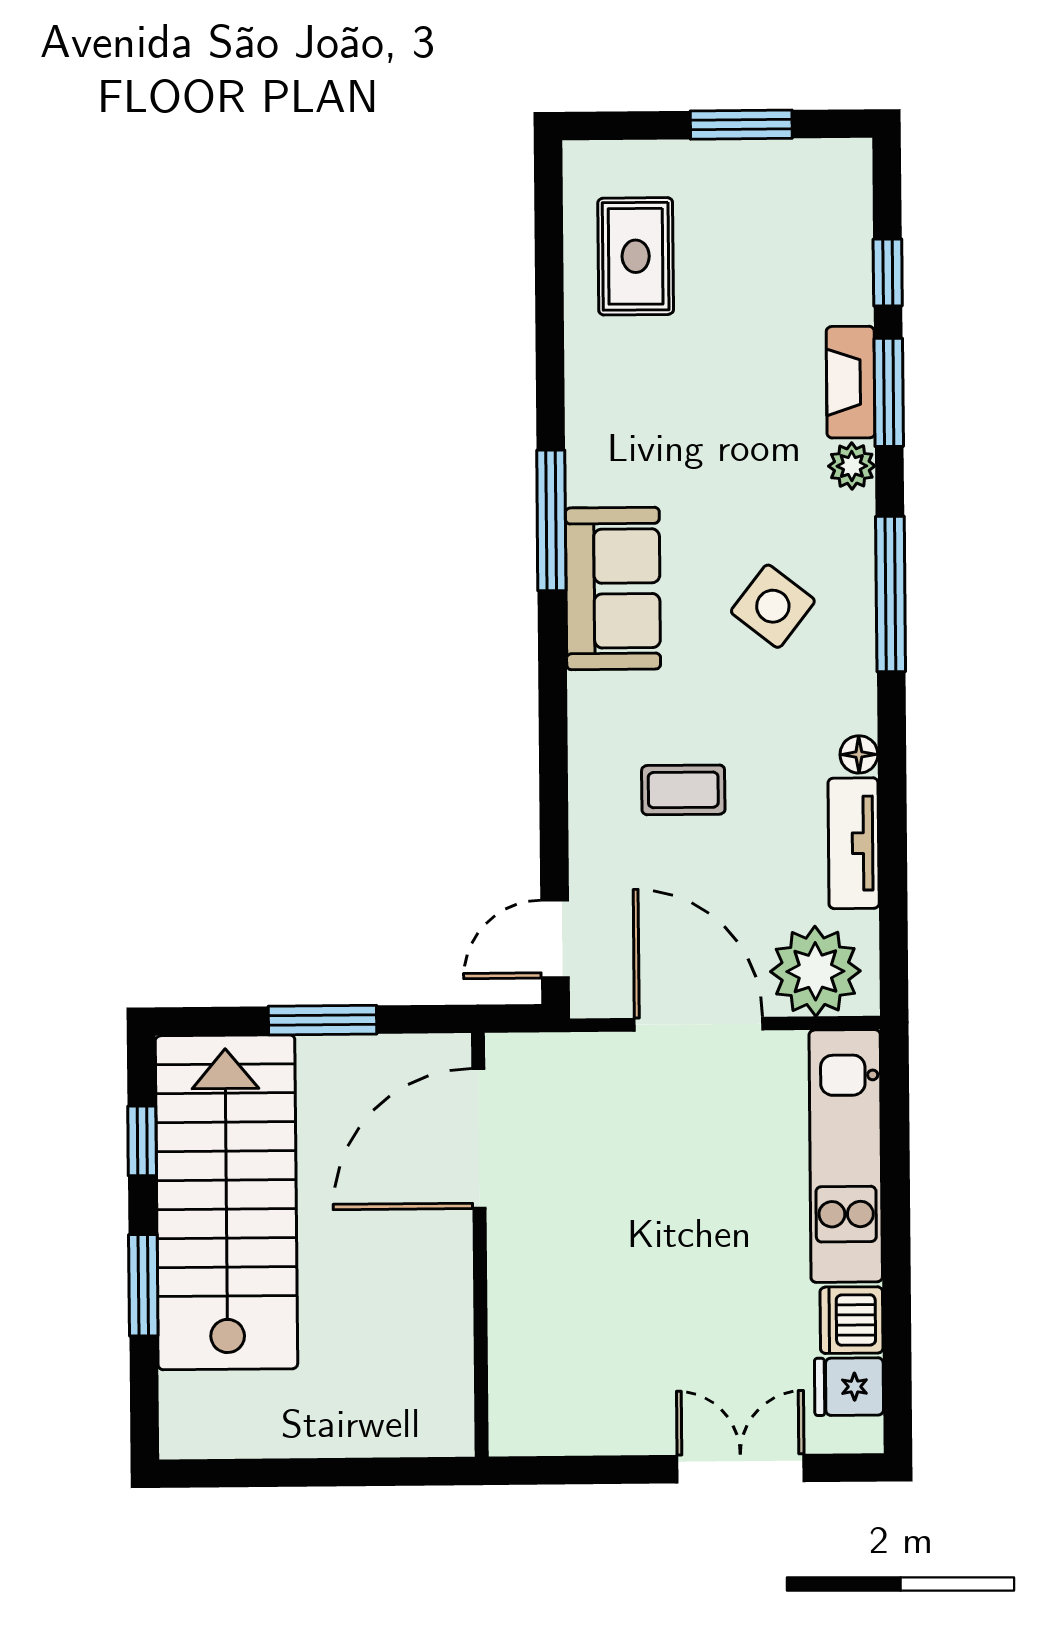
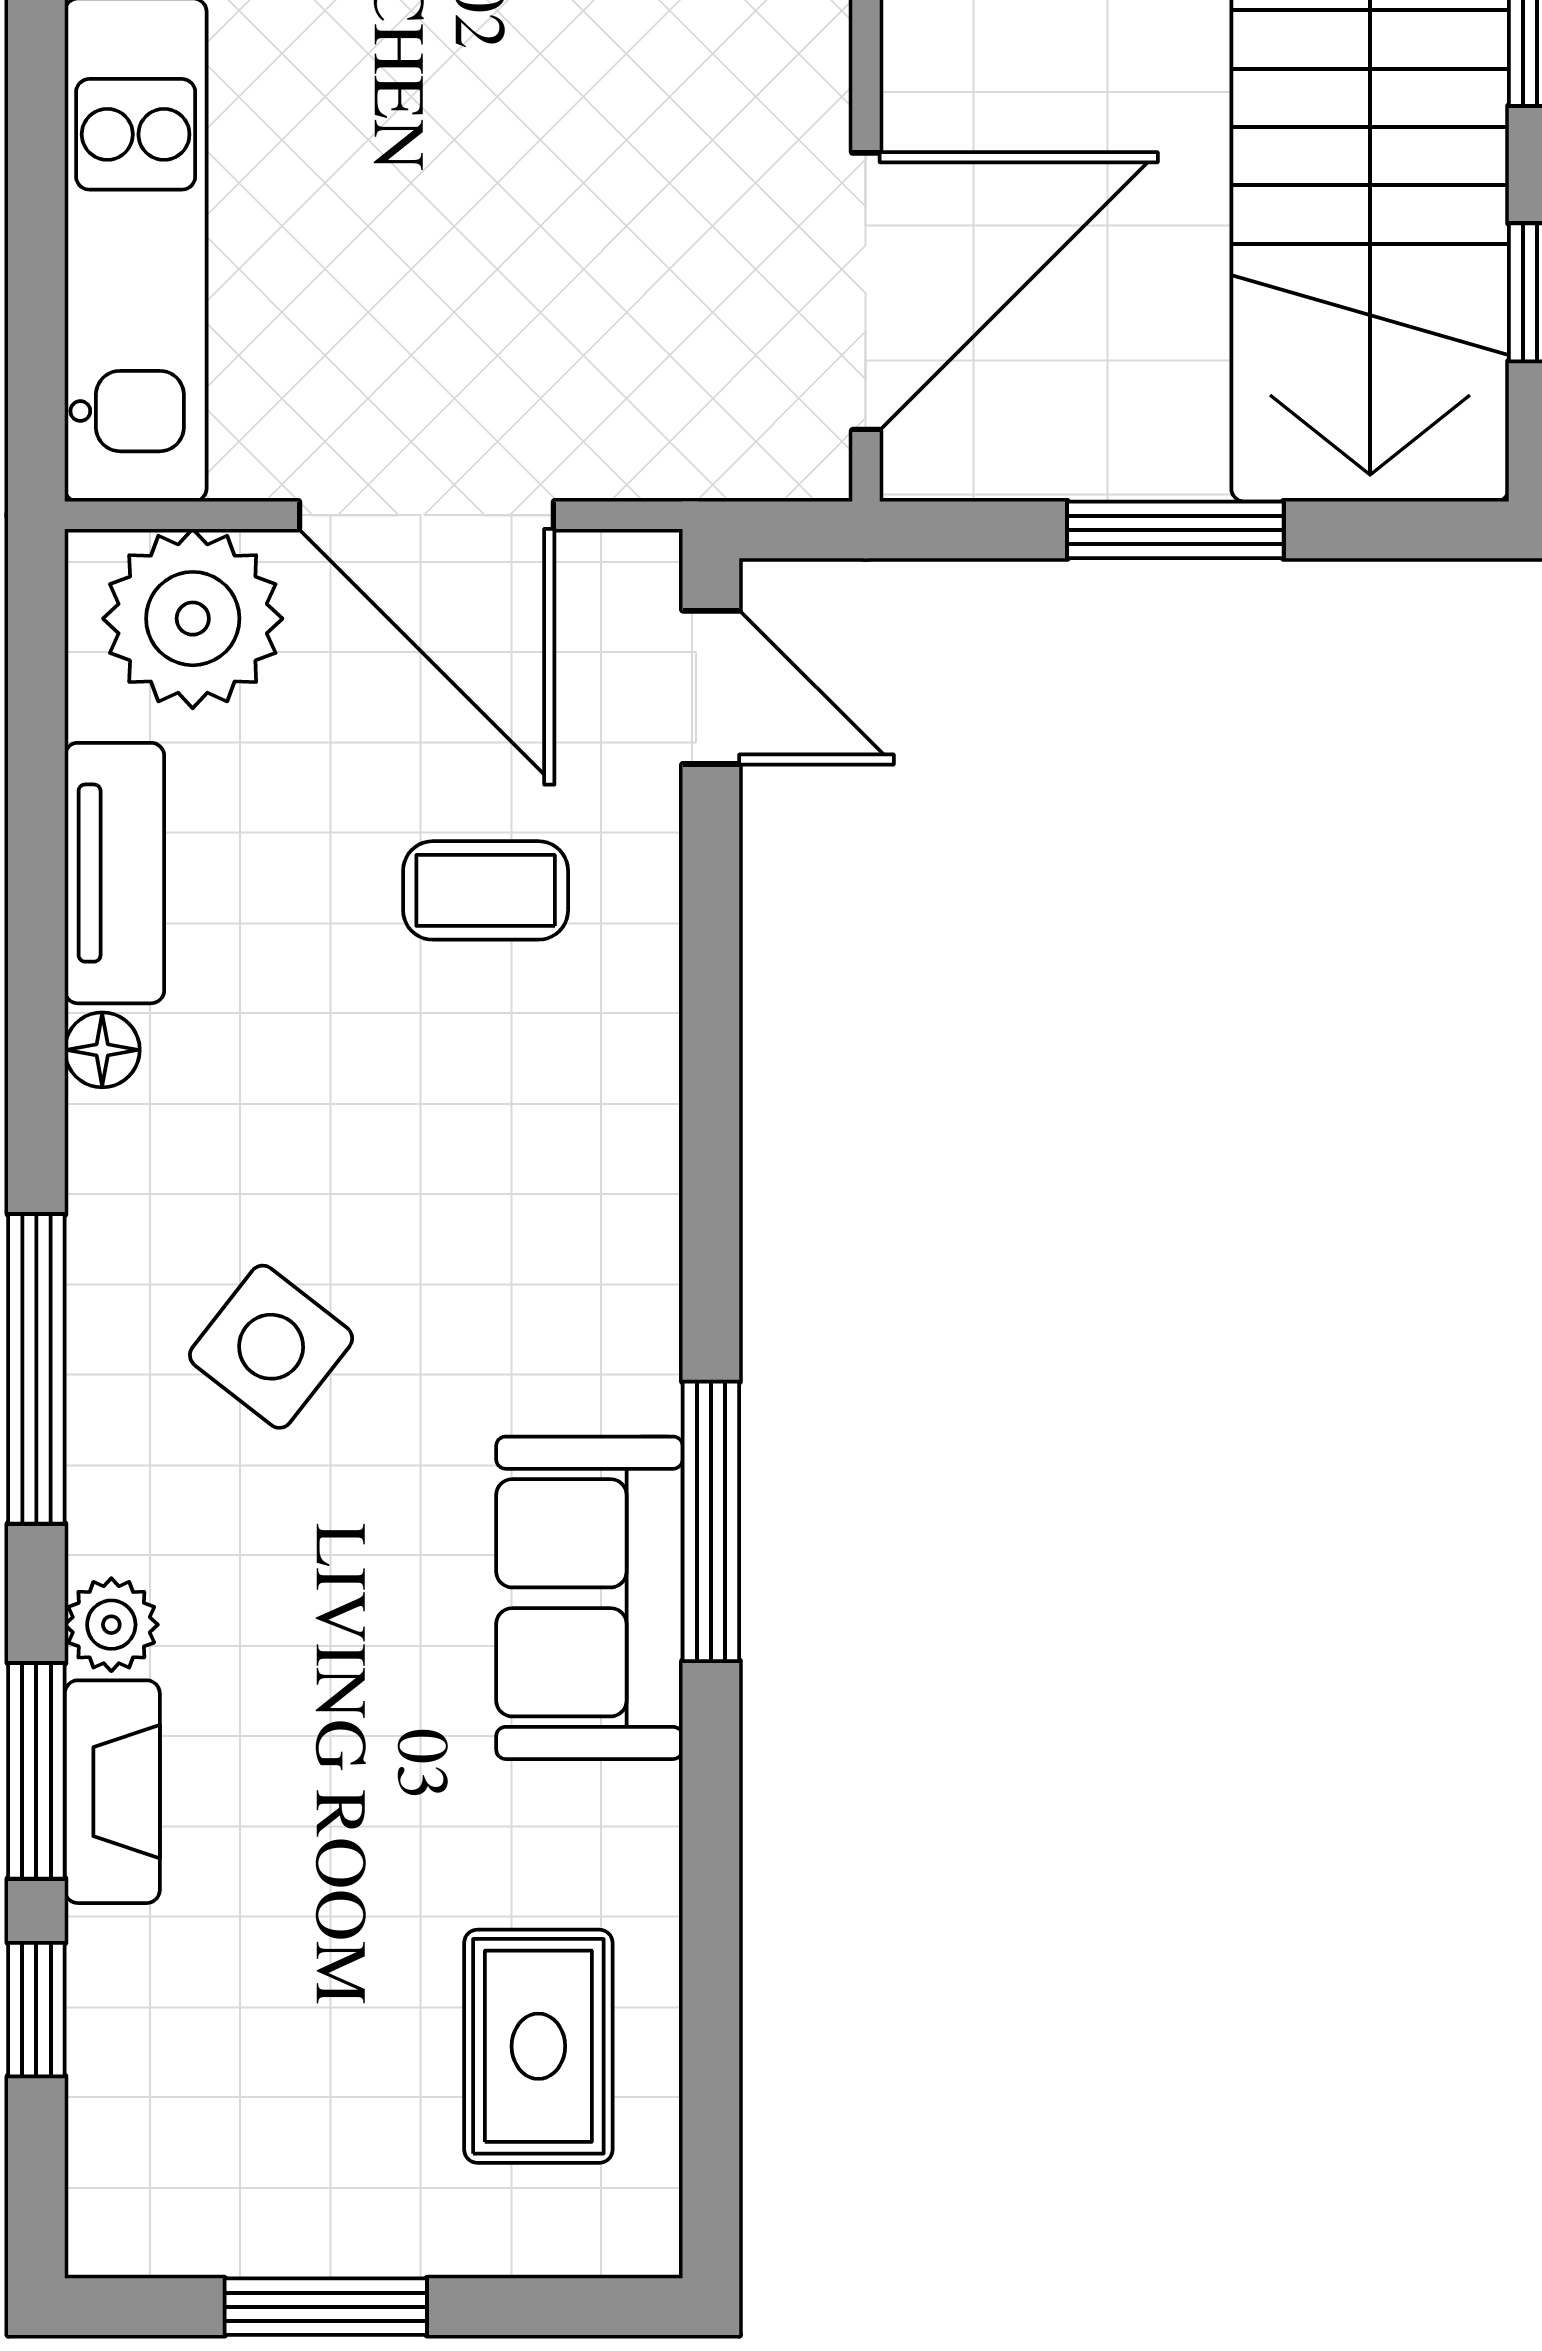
sofa: (613, 588) -> (589, 1598), moved
coffee table: (683, 790) -> (486, 890), moved
door: (555, 939) -> (711, 687), hinge flipped

